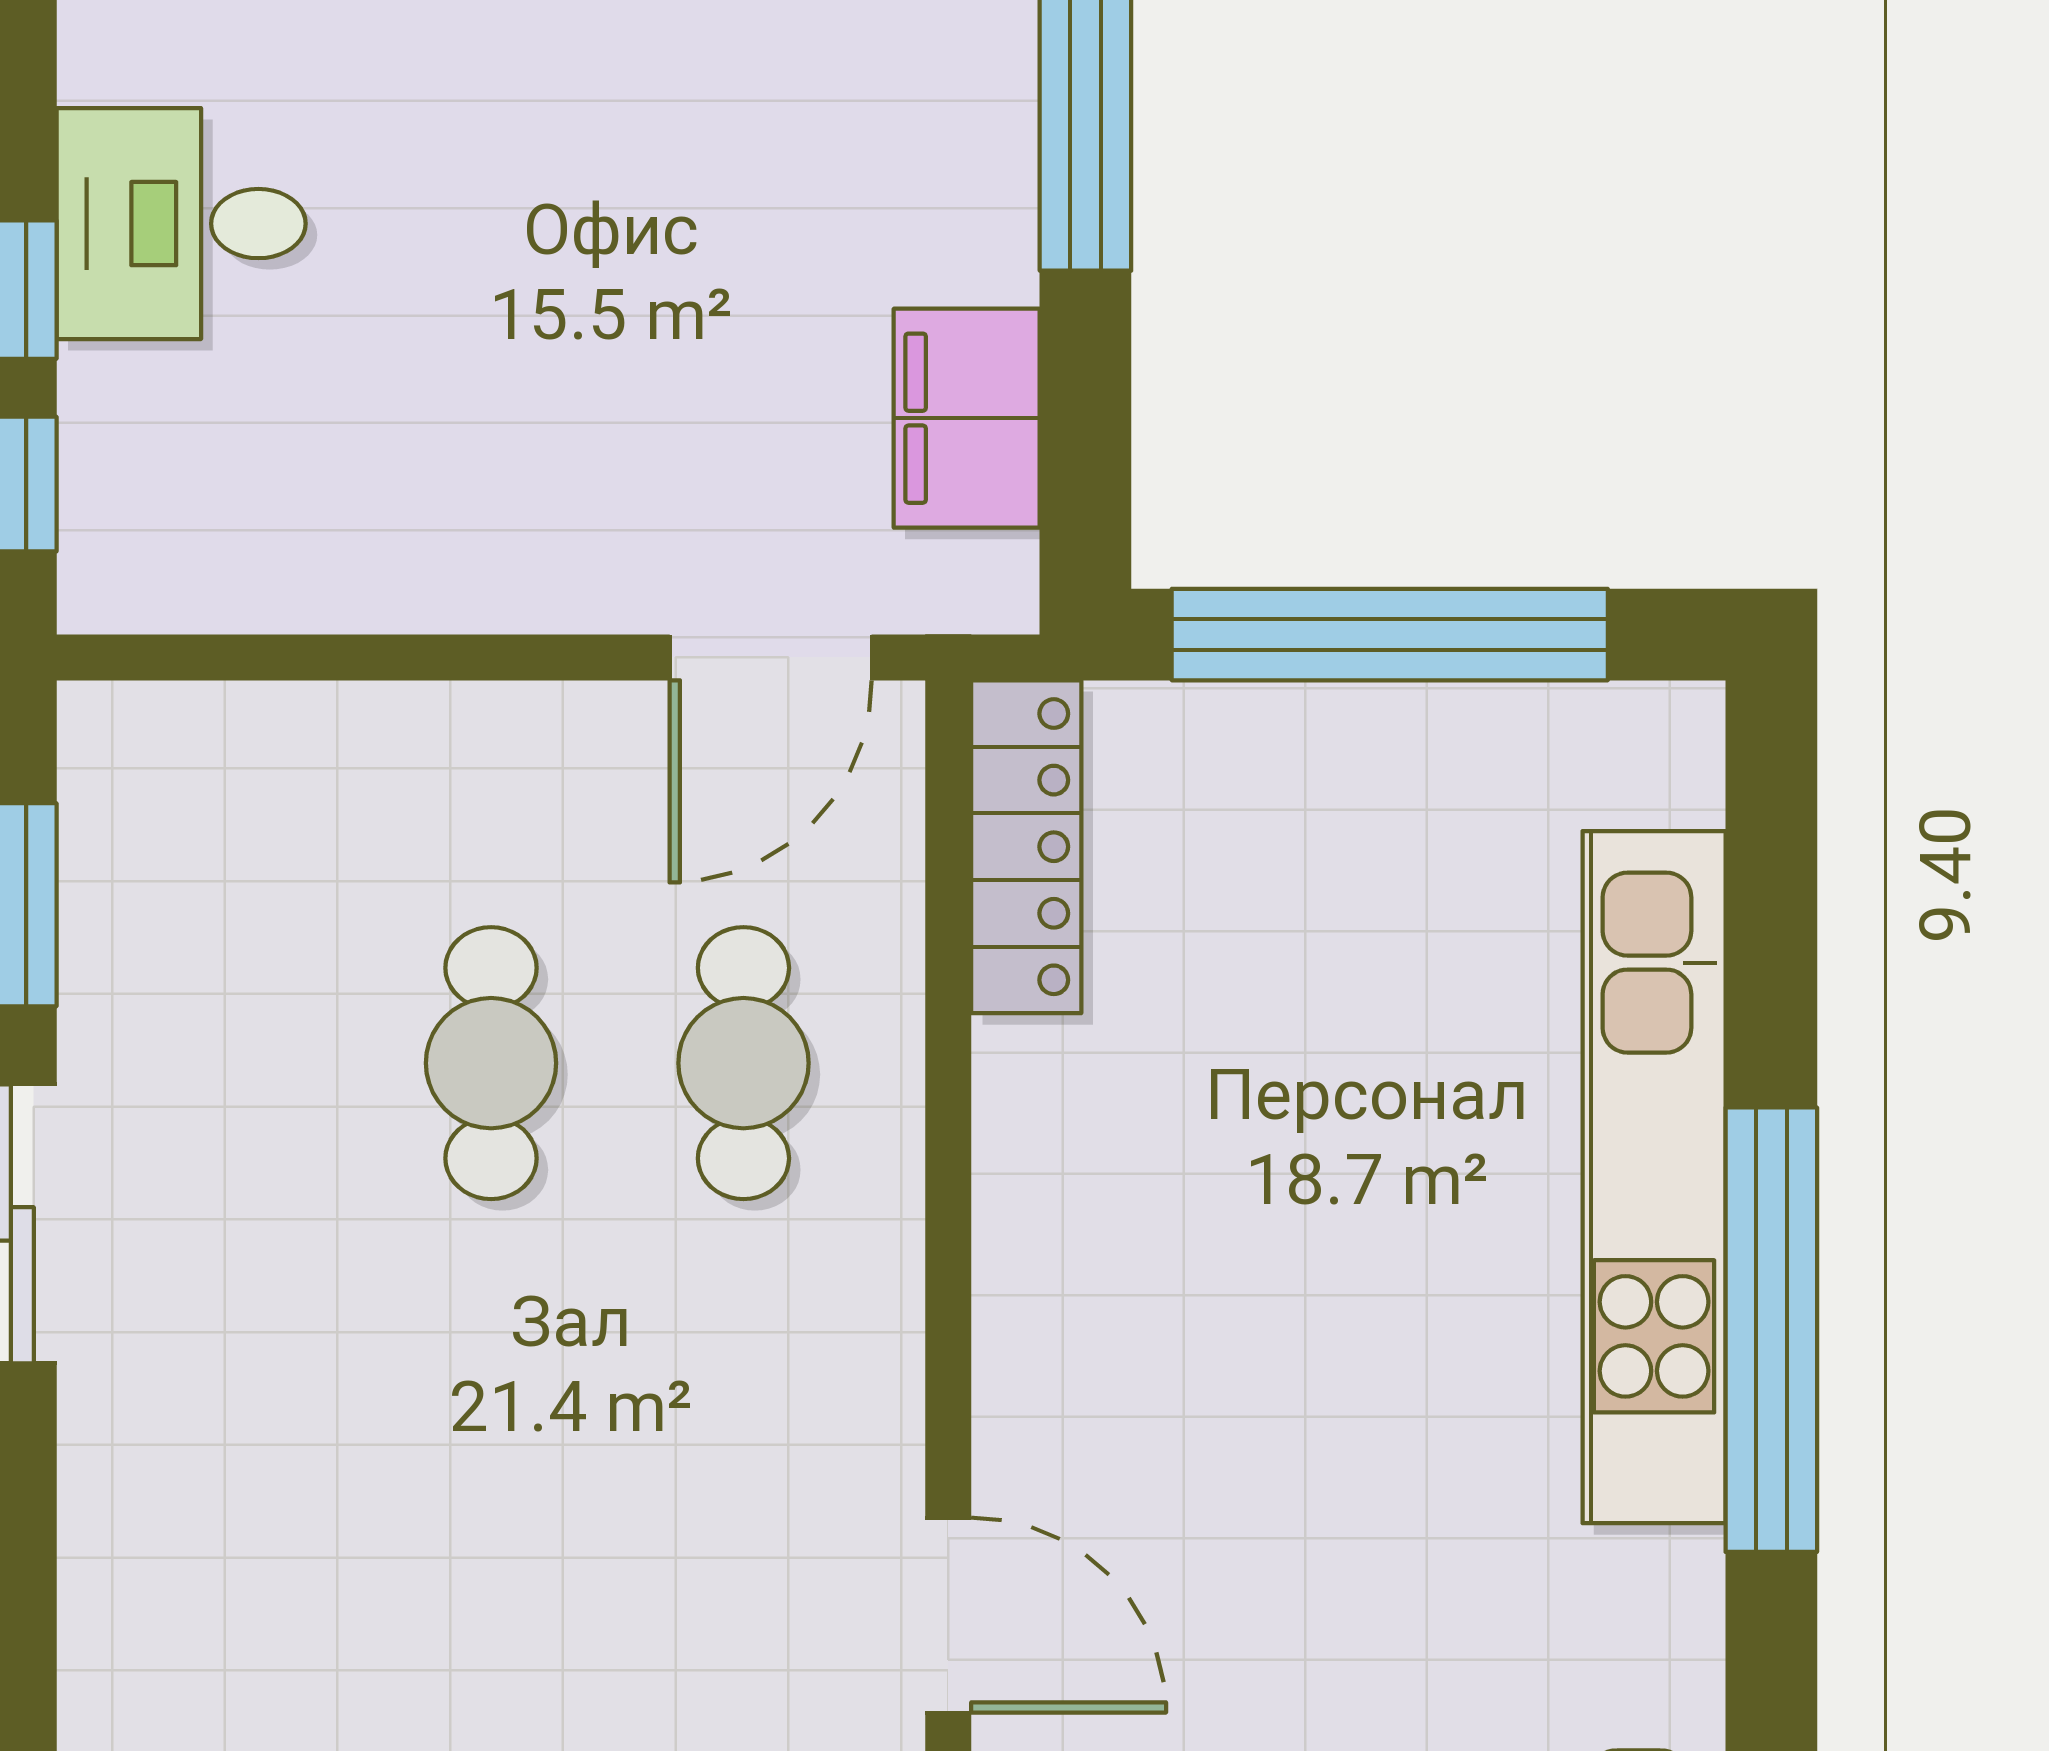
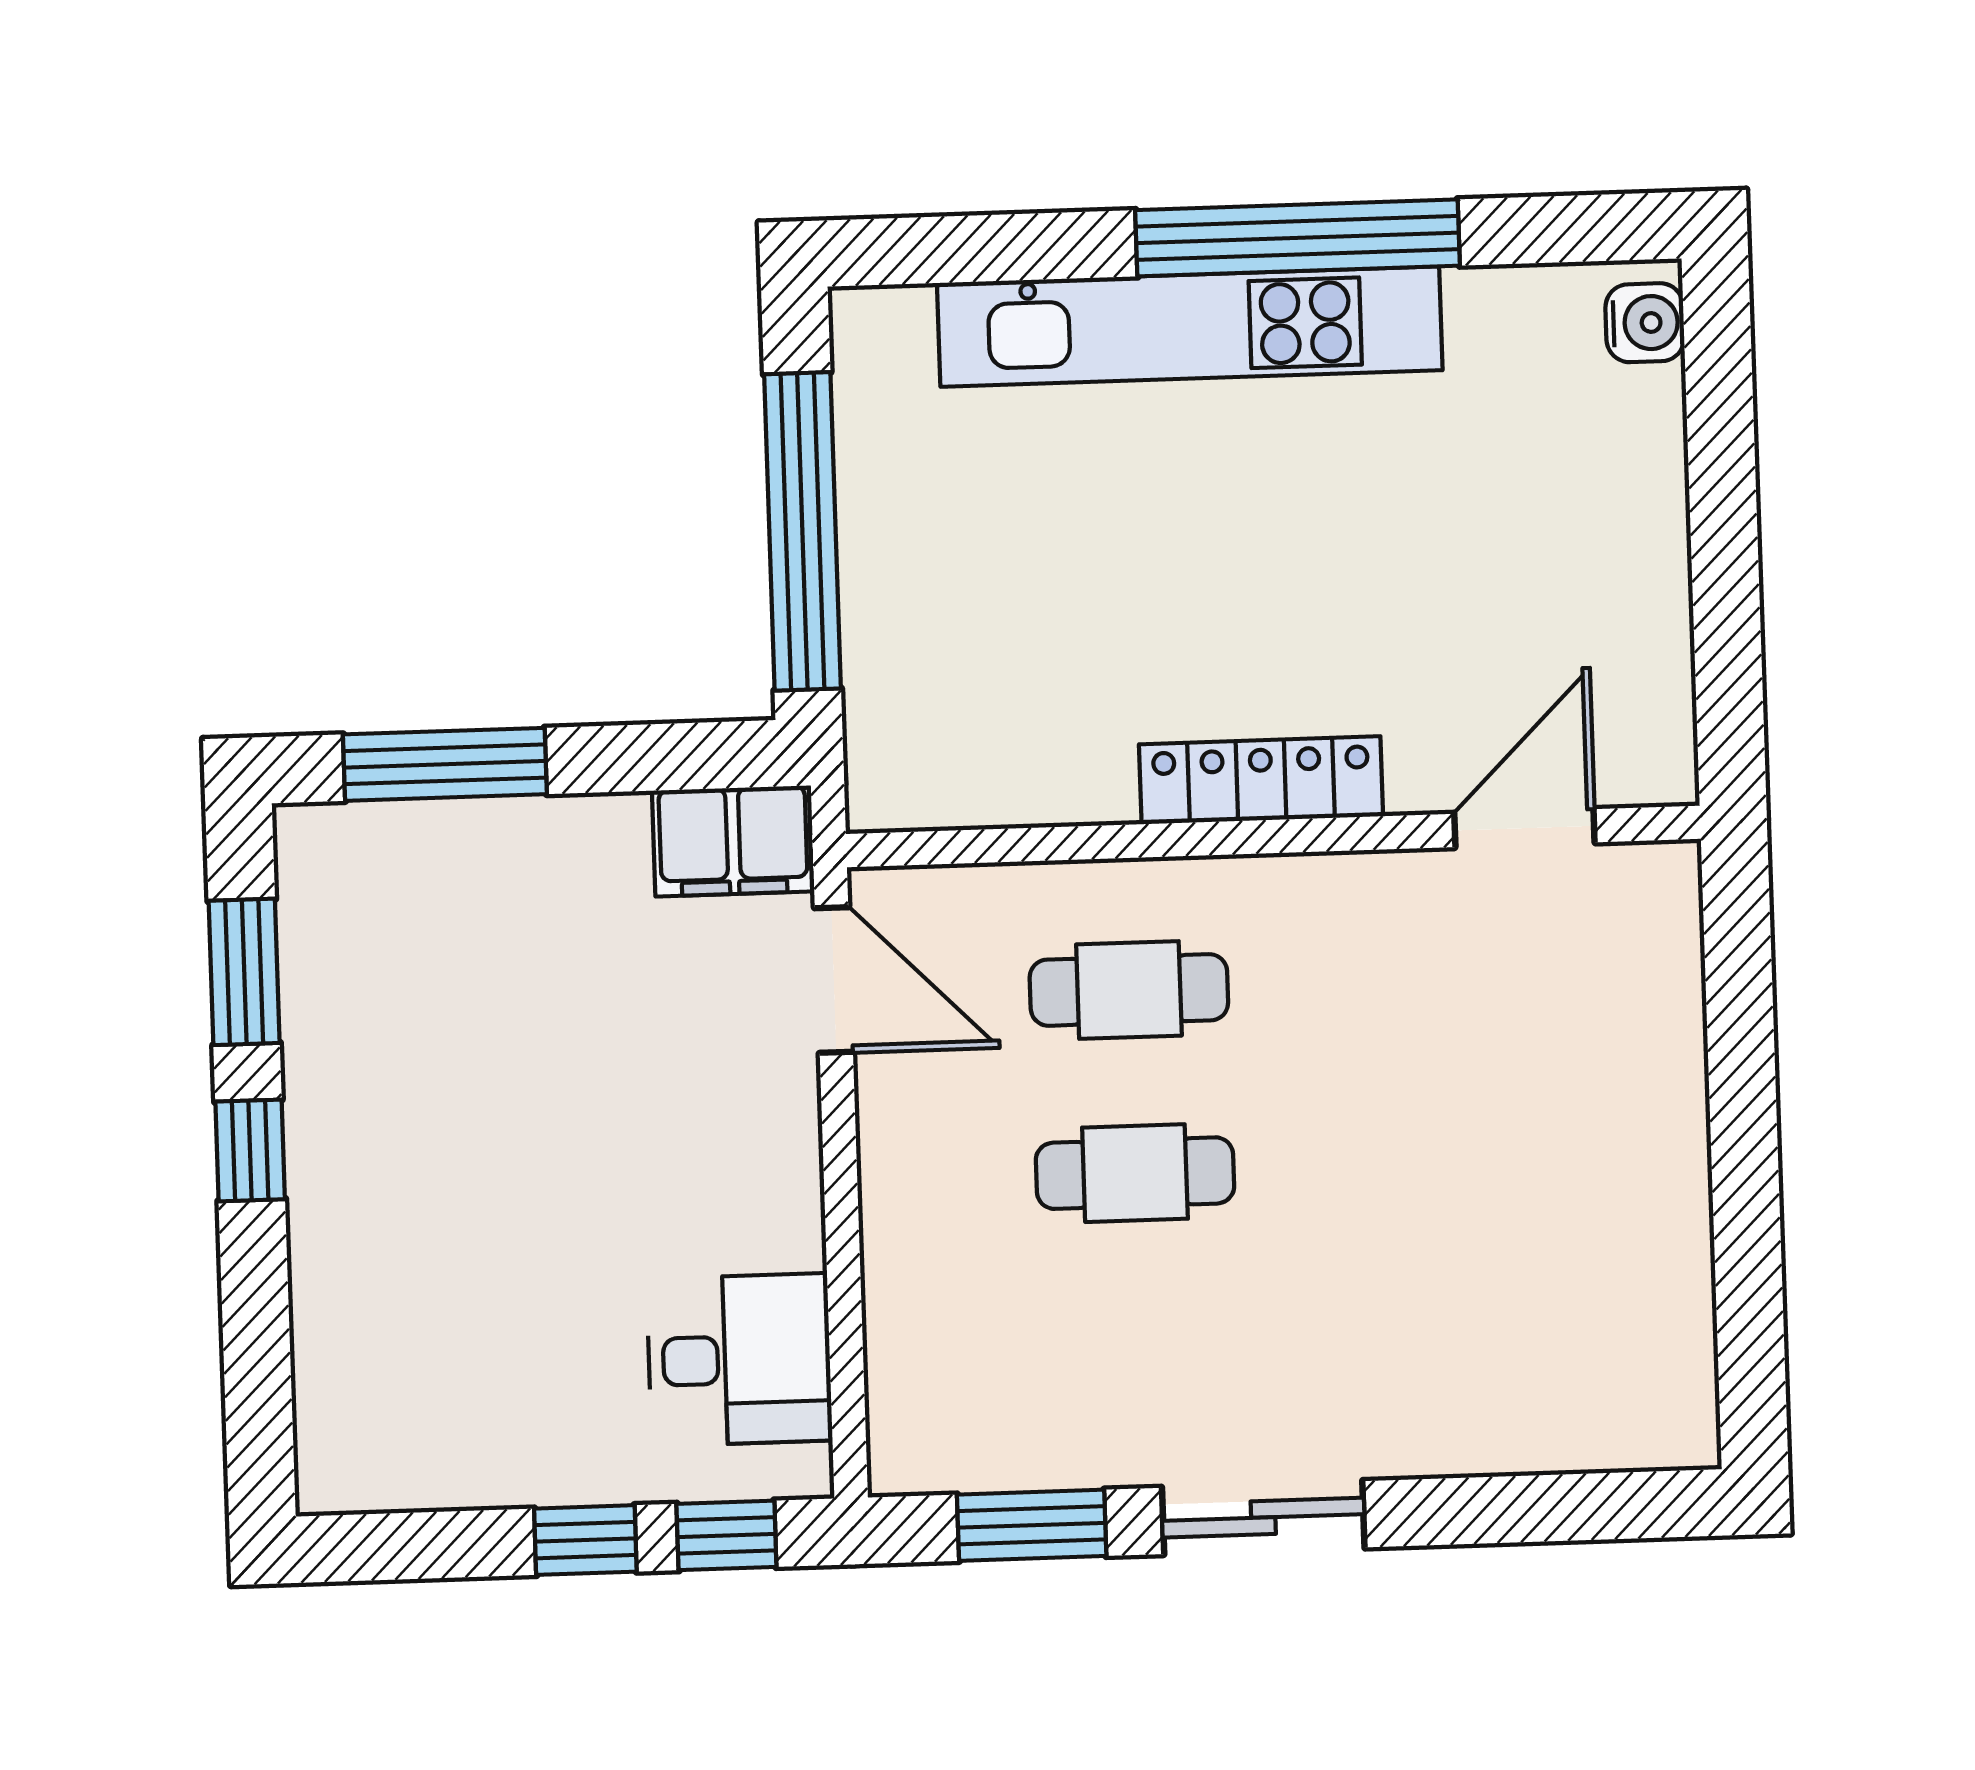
desk: (181, 224) -> (739, 1360), moved, turned -90
filing cabinet: (967, 418) -> (733, 841), moved
locker: (1026, 847) -> (1261, 780), moved

